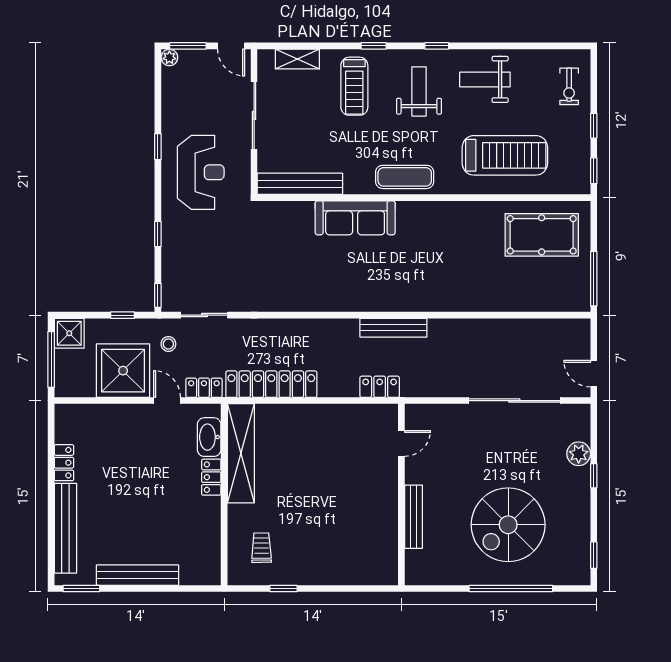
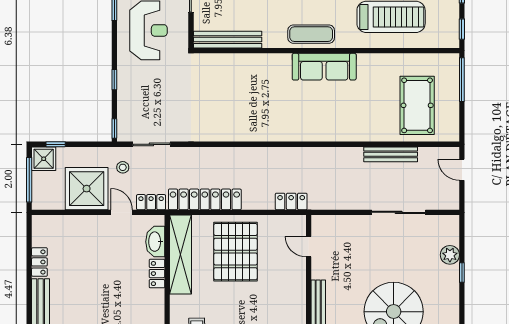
sofa: (355, 218) -> (324, 67), moved
pool table: (542, 235) -> (417, 105), moved, turned 90
window: (594, 279) -> (462, 80), moved
window: (123, 315) -> (56, 144), moved
bench: (393, 328) -> (391, 154), moved
door: (594, 374) -> (462, 170), moved
sliding door: (514, 401) -> (399, 212), width x0.73
door: (401, 443) -> (309, 247), swing flipped
pallet: (310, 450) -> (235, 252), added

